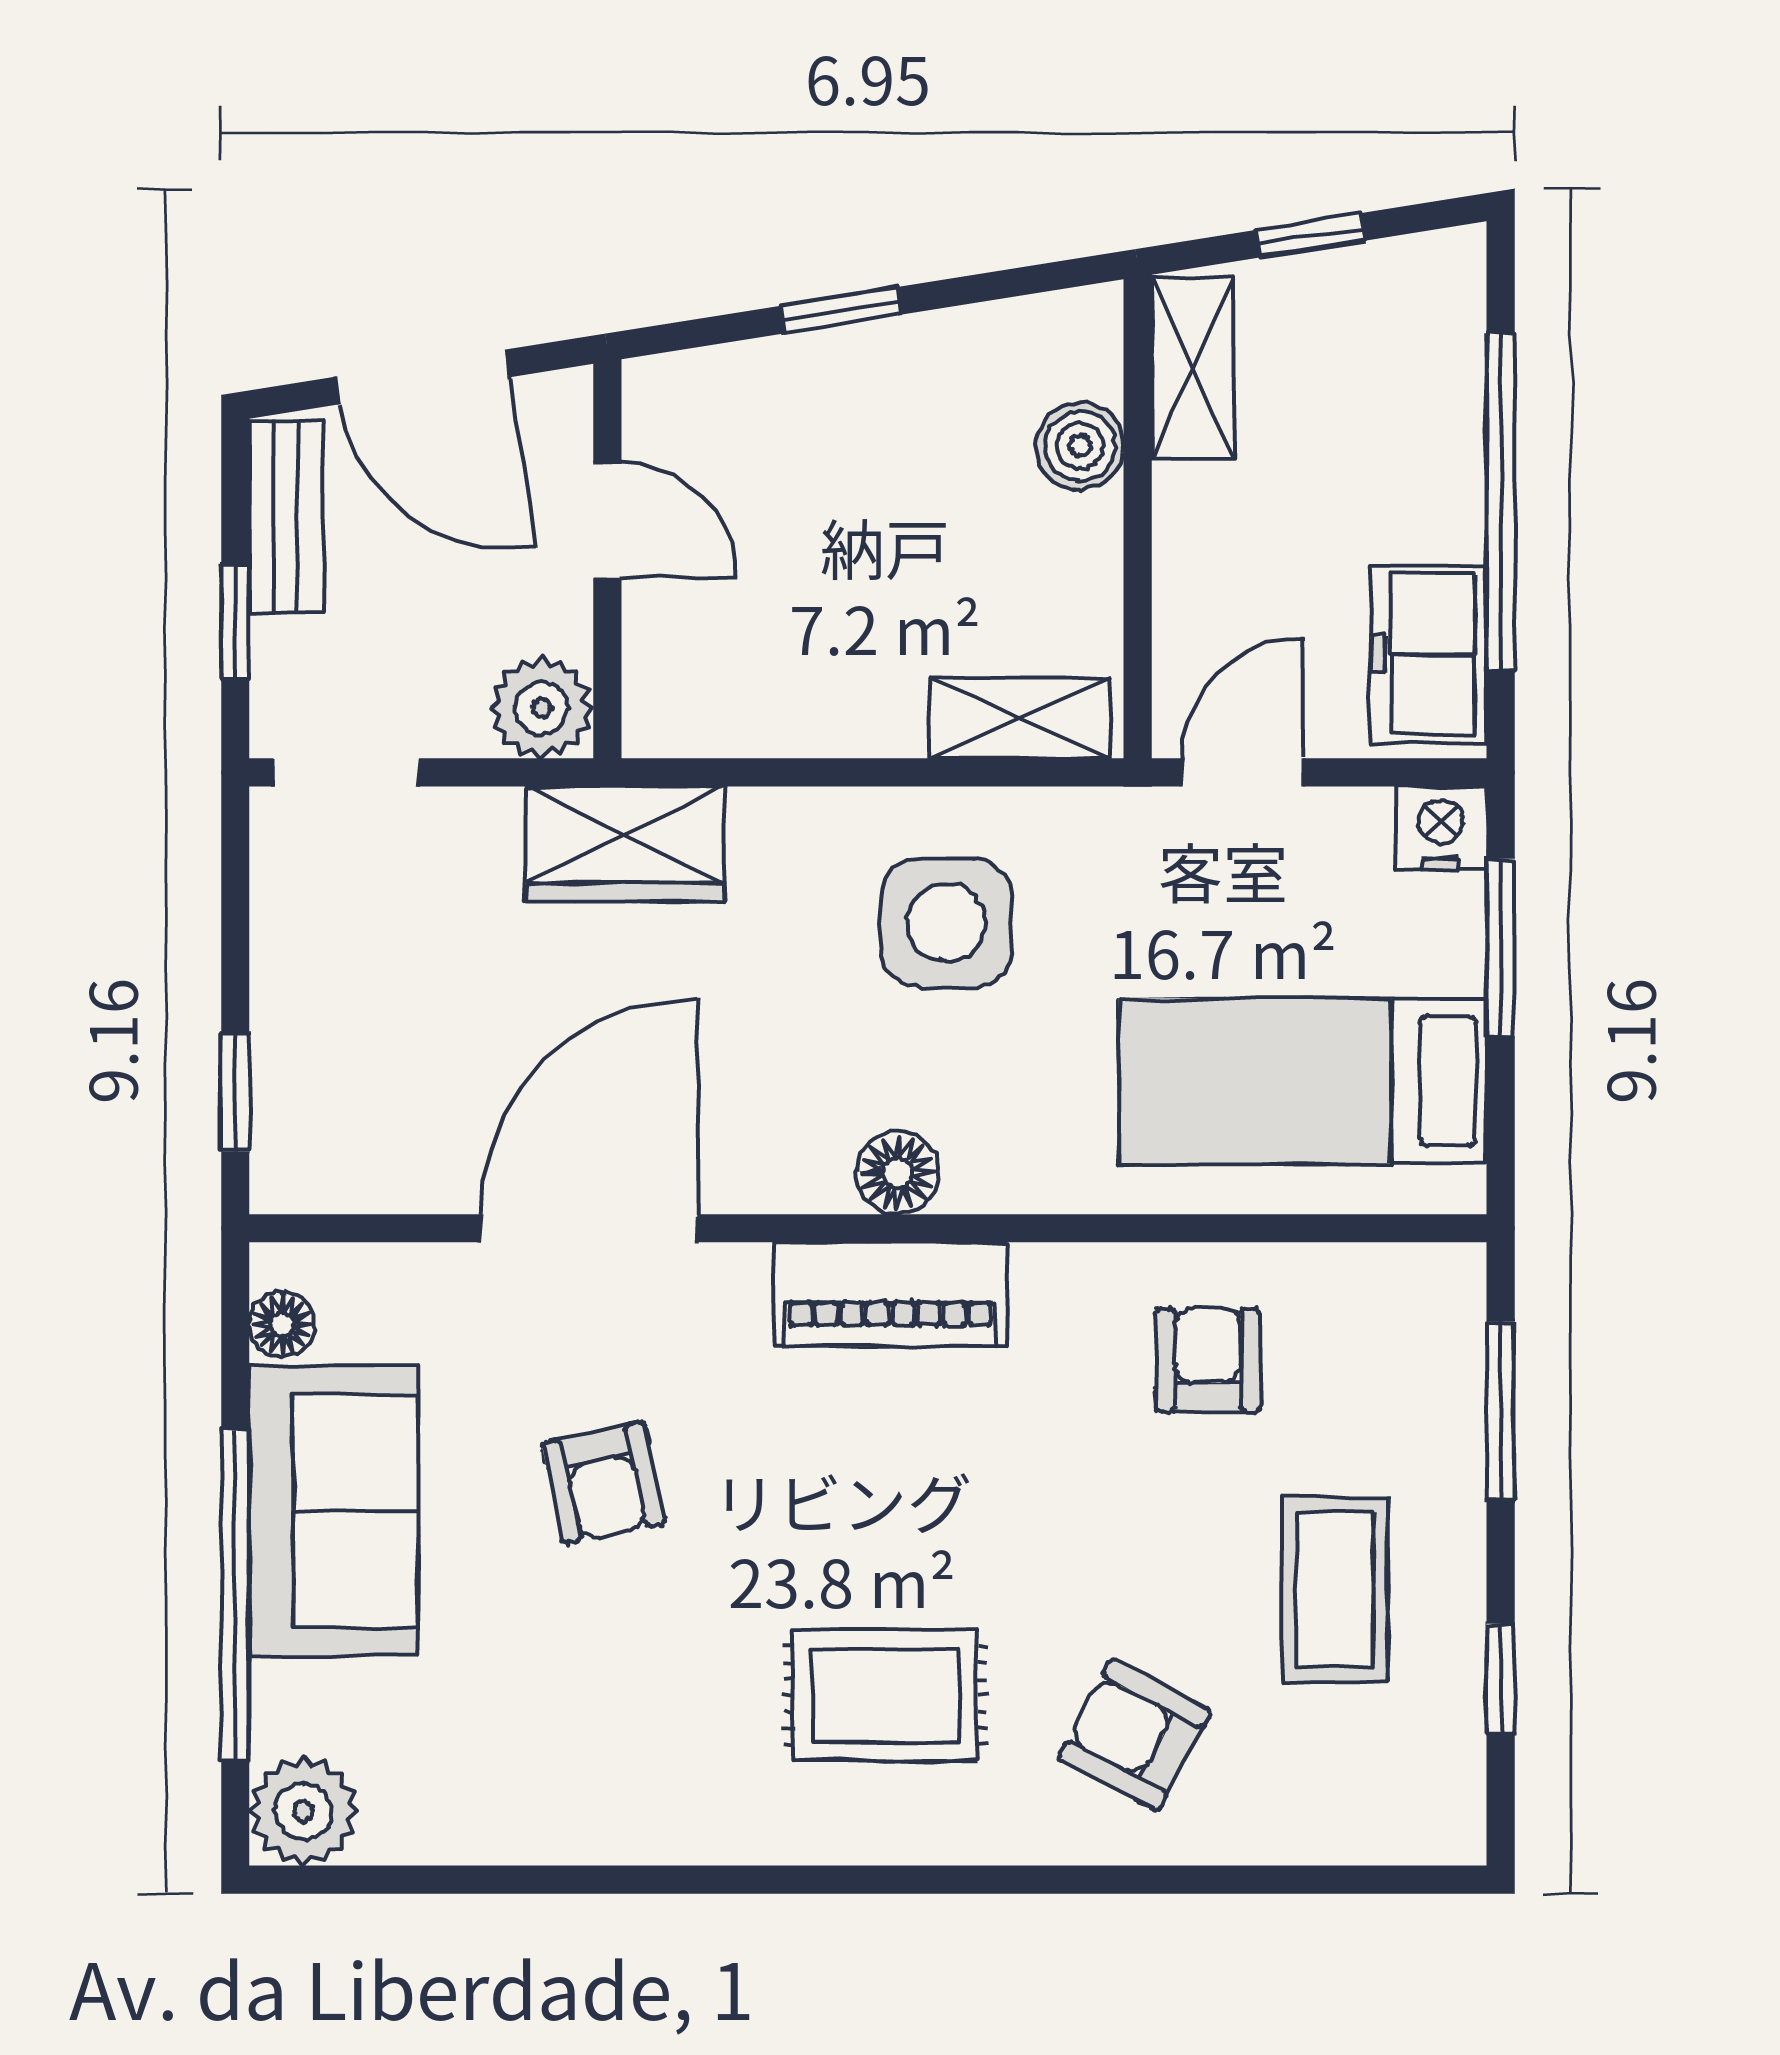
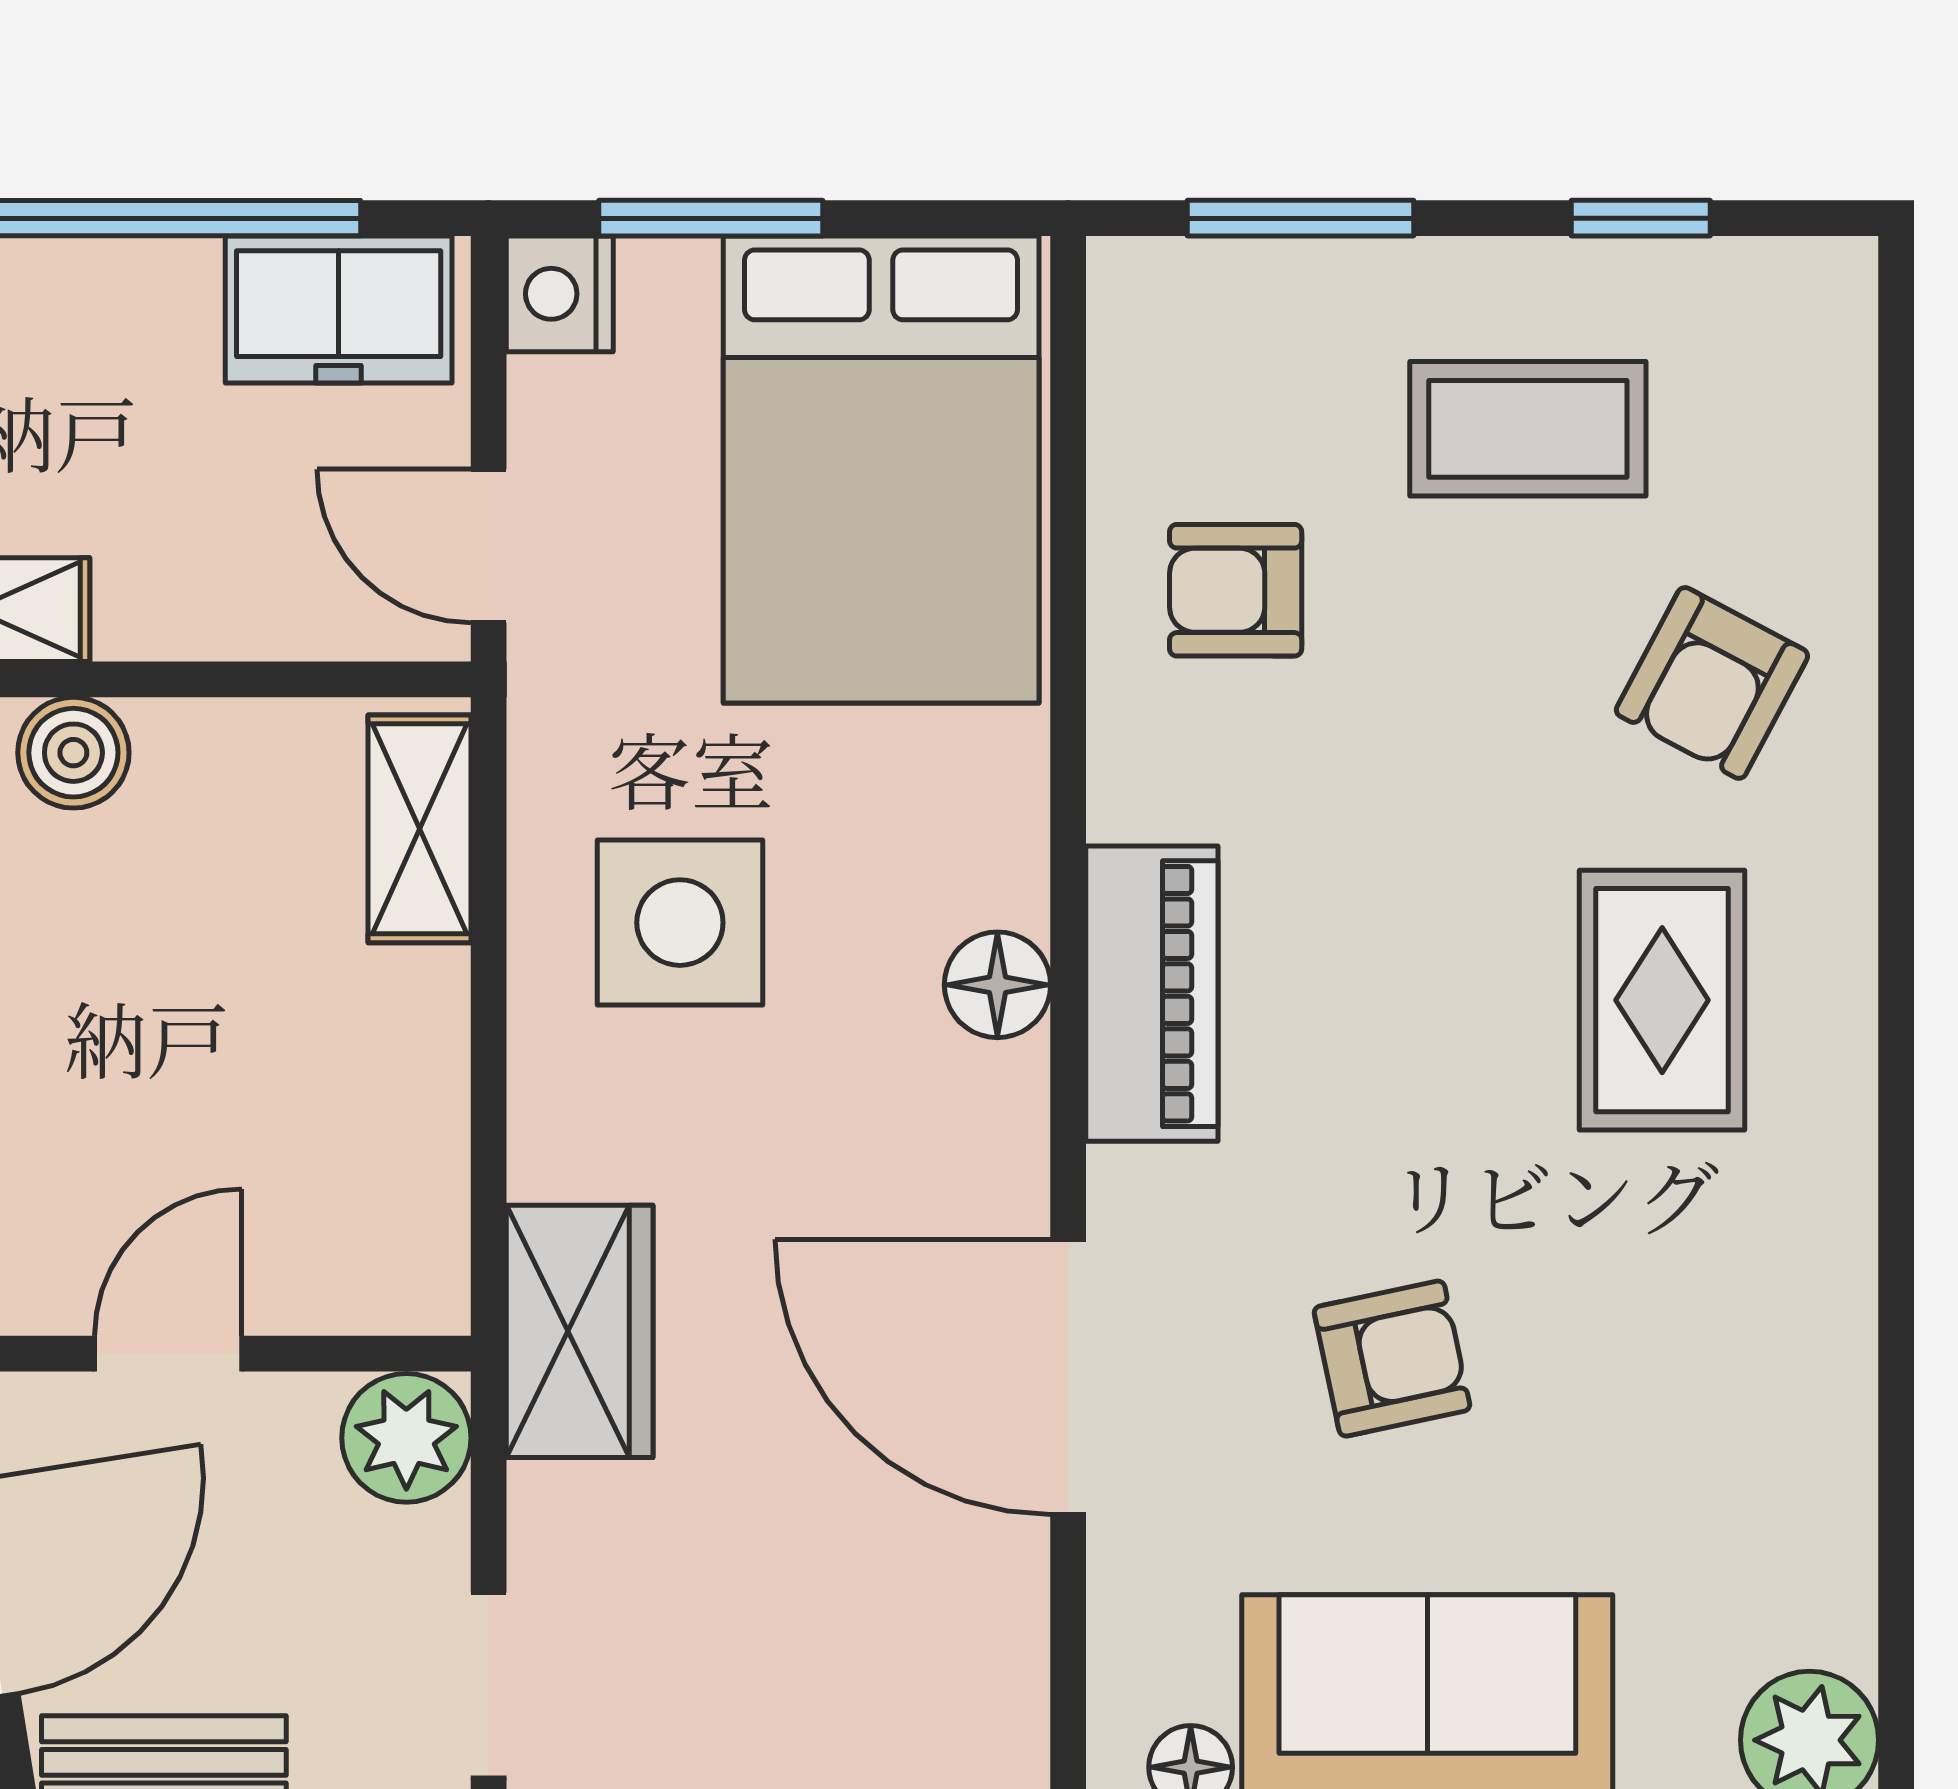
bed: (1303, 1081) -> (881, 470), width x1.50

